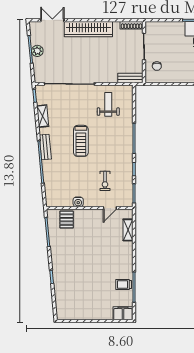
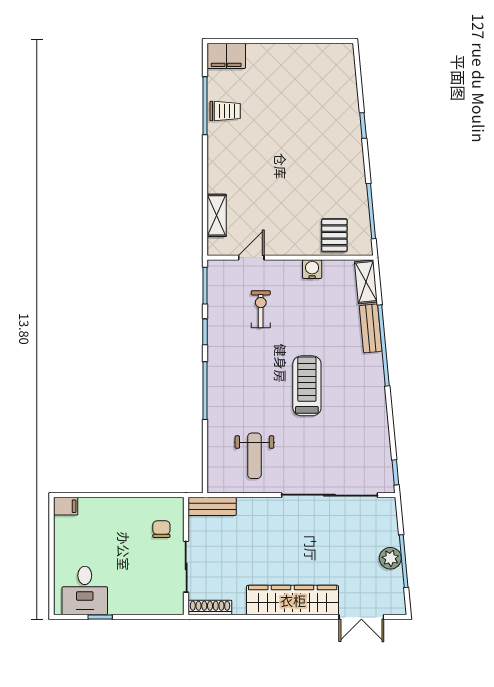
shelving: (43, 116) -> (366, 282), moved
bench: (45, 147) -> (371, 328), moved

